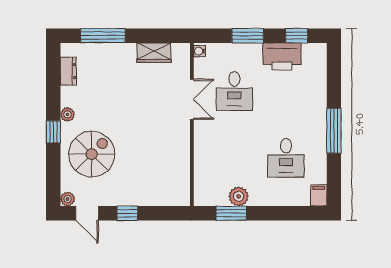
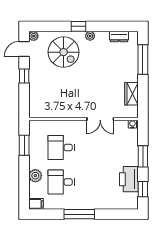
desk: (234, 91) -> (61, 147), moved
plant: (239, 196) -> (35, 176), moved

